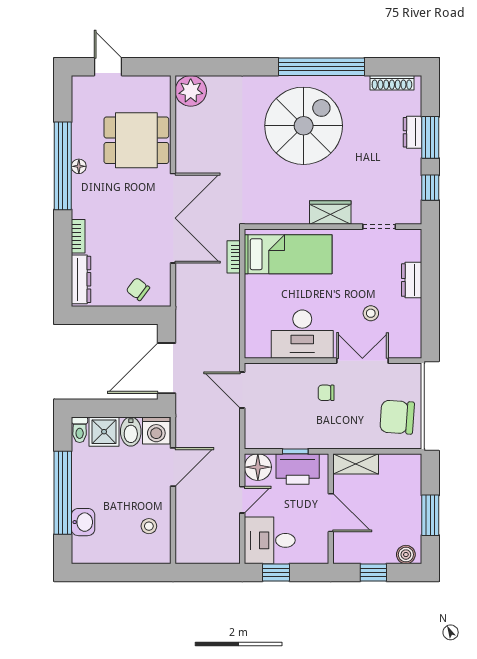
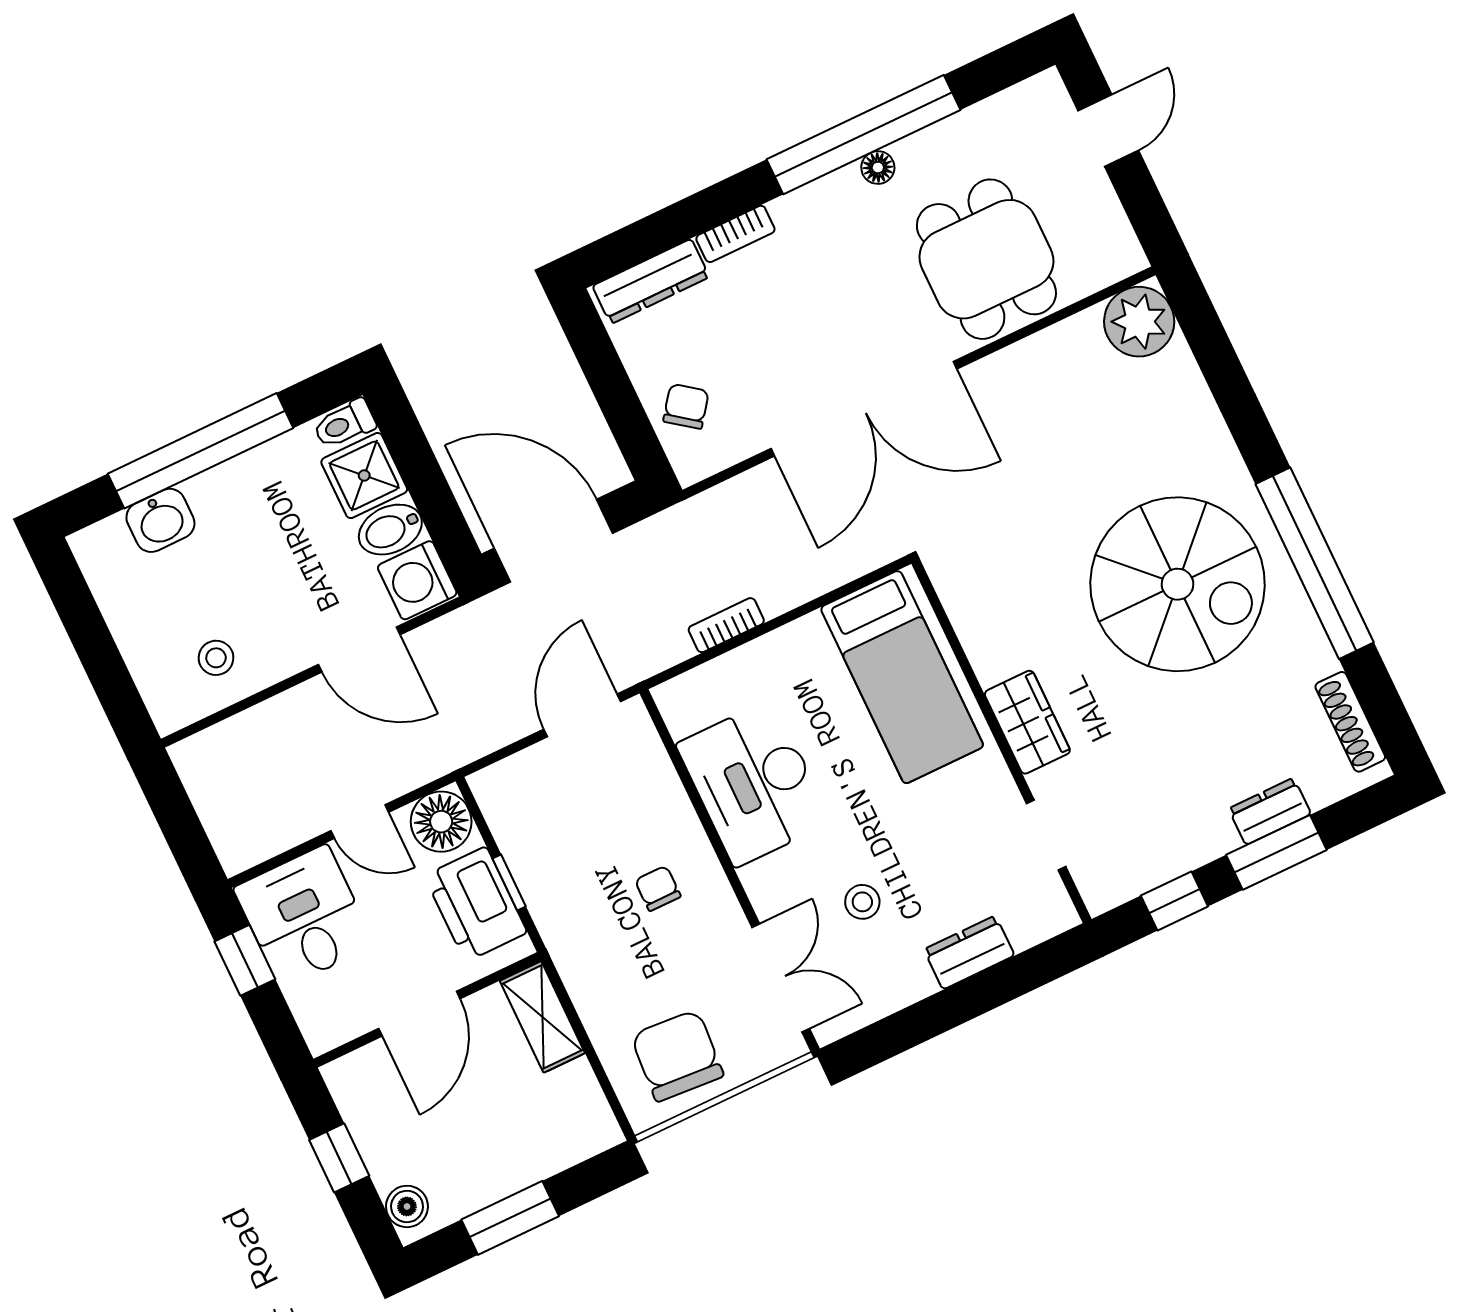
bookcase: (234, 257) -> (726, 625), moved
double door: (362, 361) -> (781, 978), moved

